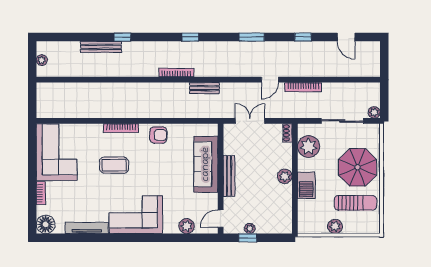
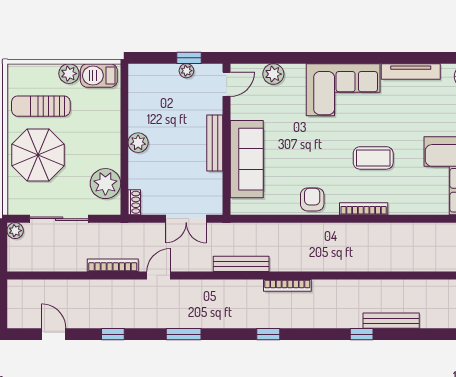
bench: (205, 88) -> (241, 264), width x1.36
armchair: (158, 135) -> (312, 199), turned 90
barbecue: (306, 185) -> (99, 76), moved, turned -90

